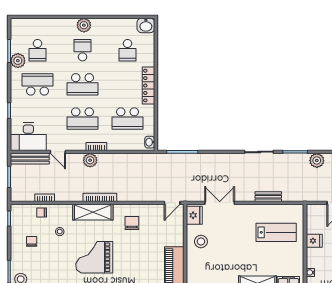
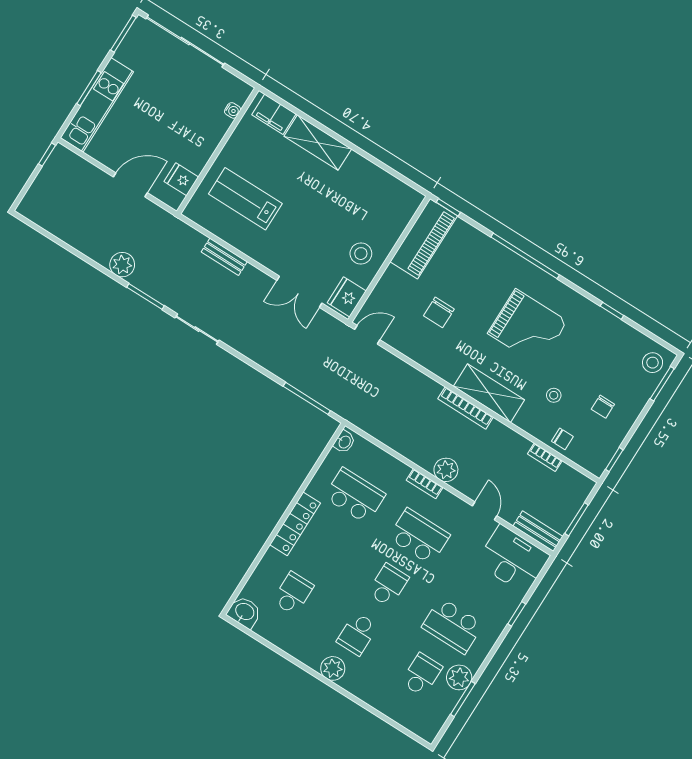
school desk: (83, 84) -> (388, 585), width x0.54
bench: (30, 159) -> (538, 531), width x0.73
chair: (132, 223) -> (439, 312), moved
fridge: (314, 241) -> (181, 179), moved

